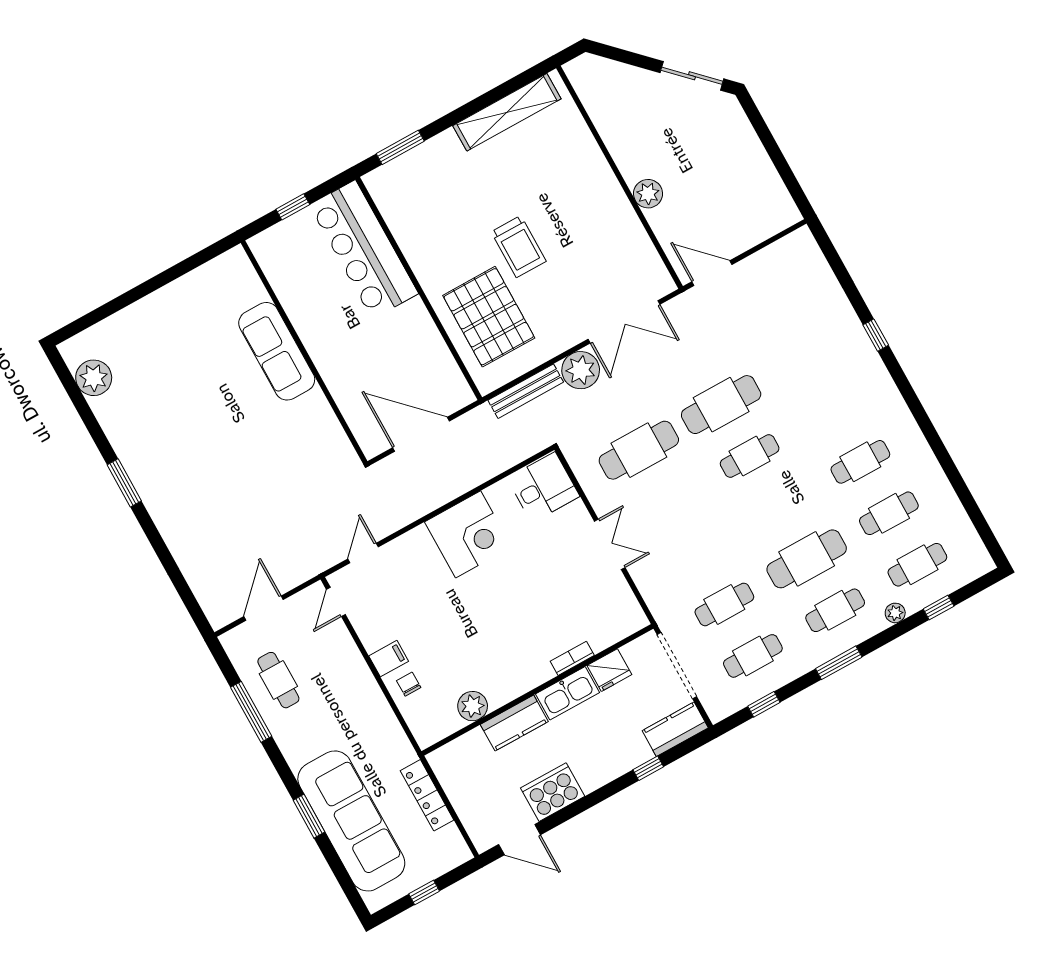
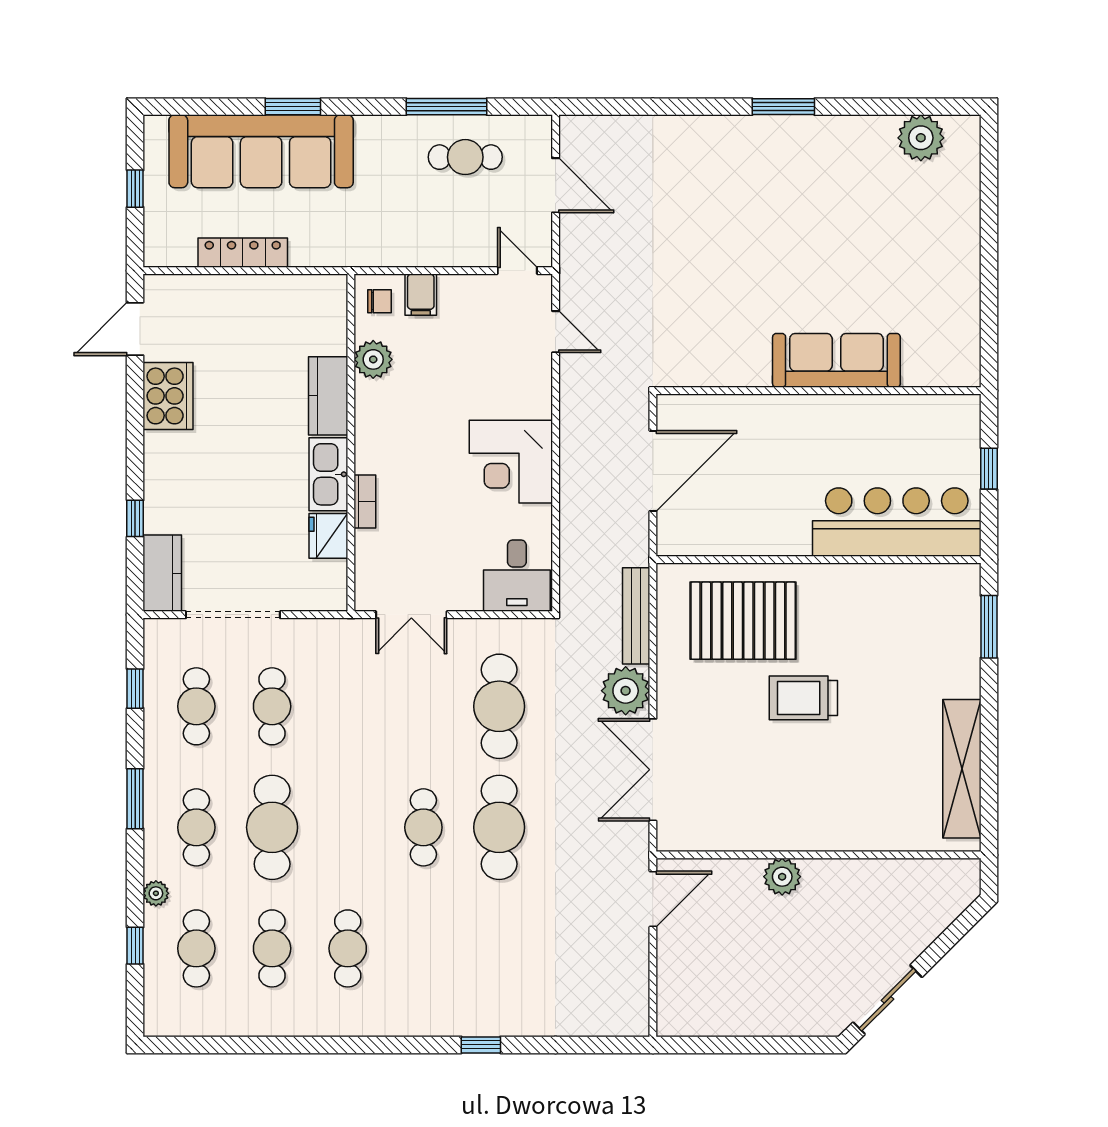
bookcase: (572, 658) -> (365, 501), moved
fridge: (609, 670) -> (328, 536), moved
wall: (537, 690) -> (351, 443), moved
kitchen sink: (567, 693) -> (328, 474), moved
plant: (473, 706) -> (373, 359), moved
kitchen counter: (514, 723) -> (328, 396), moved

